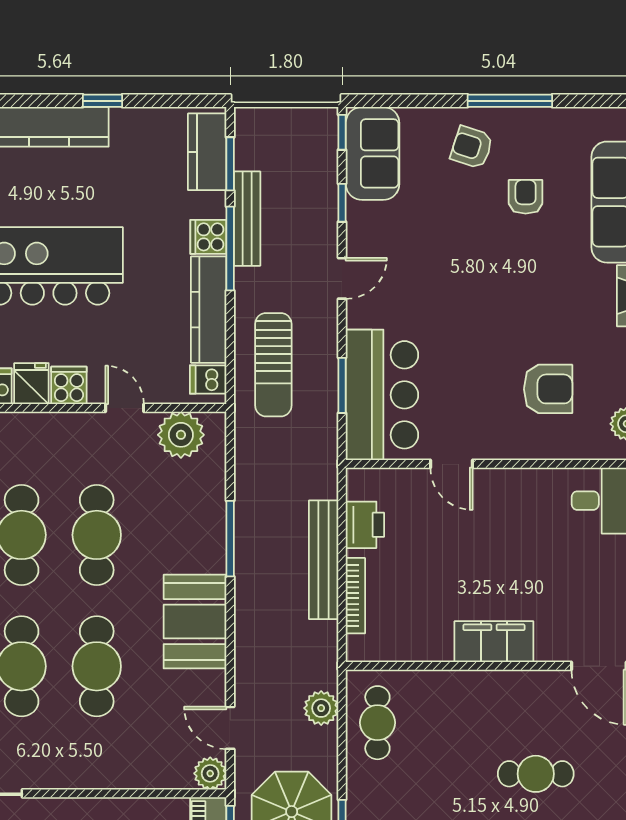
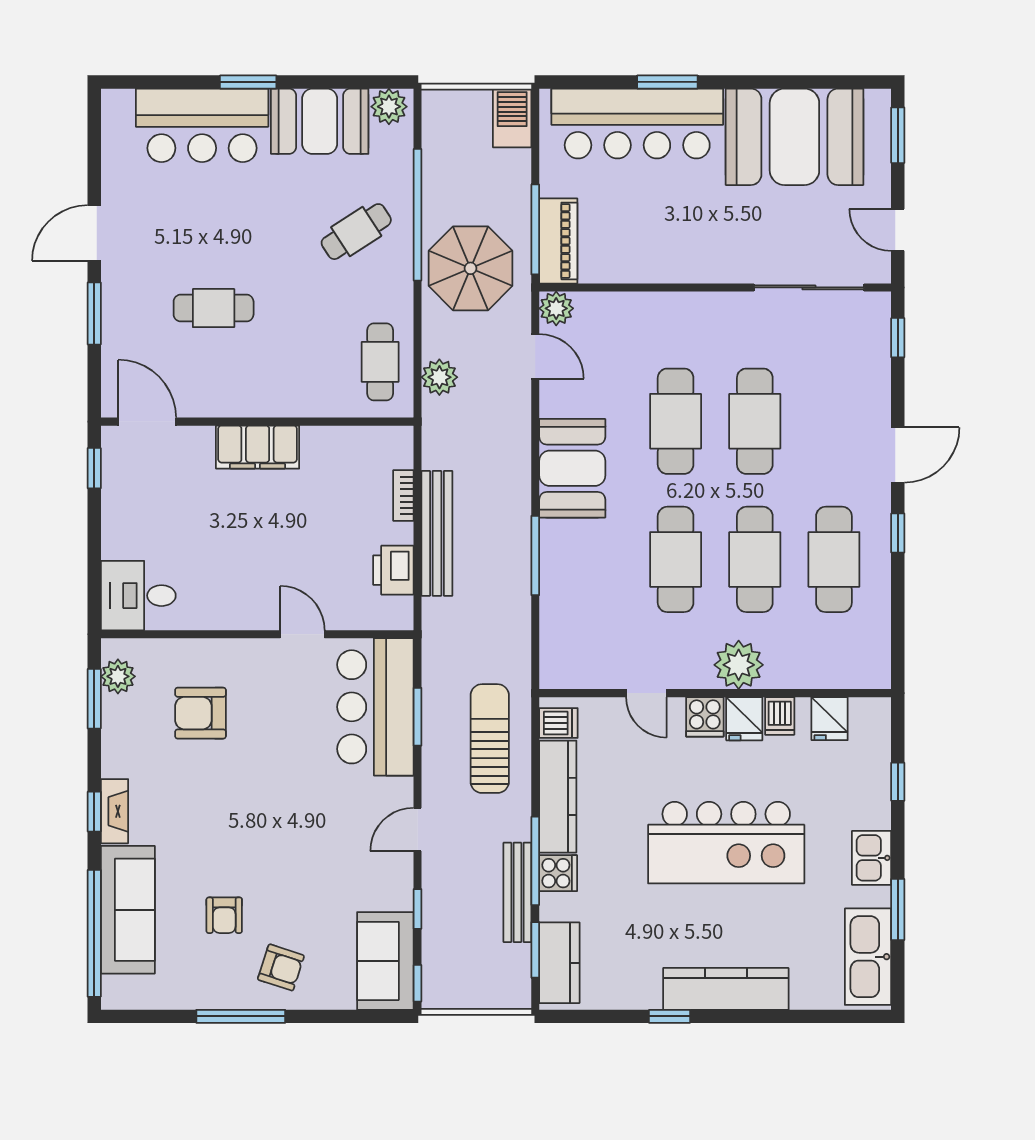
plant: (181, 435) -> (739, 665), moved
bookcase: (355, 596) -> (403, 496), width x0.64

